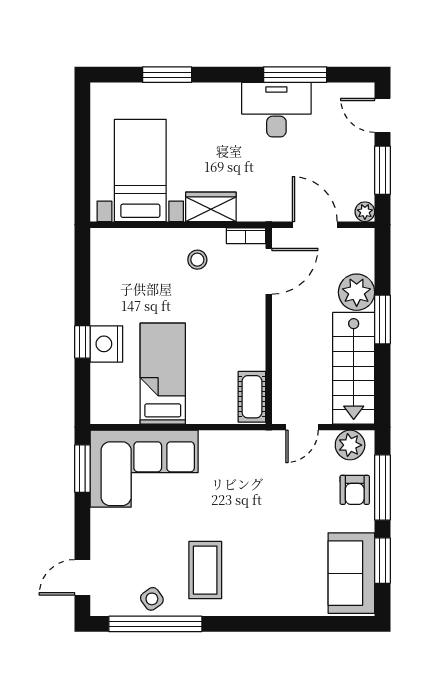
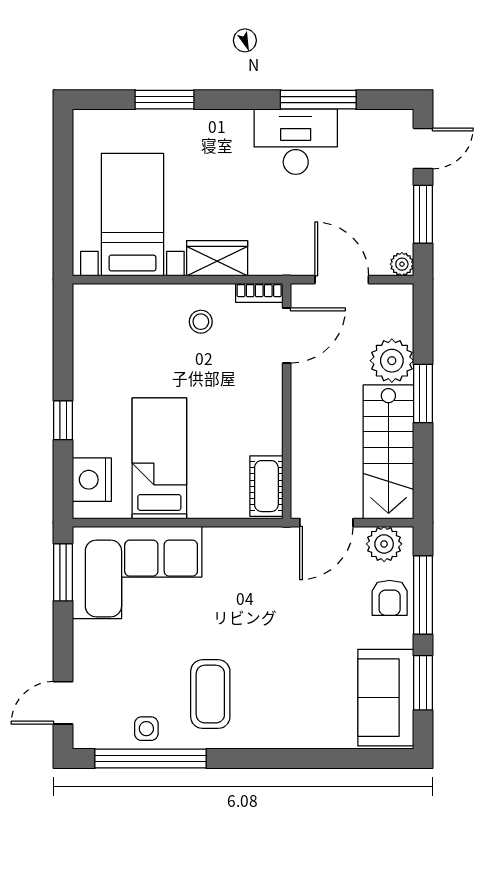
door: (383, 115) -> (423, 148), swing flipped
nightstand: (106, 344) -> (92, 480), moved
door: (302, 427) -> (326, 523), width x1.38
side table: (152, 599) -> (146, 729), turned 36

